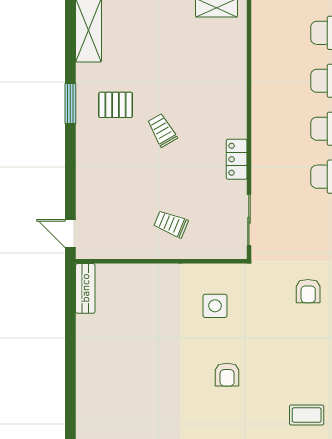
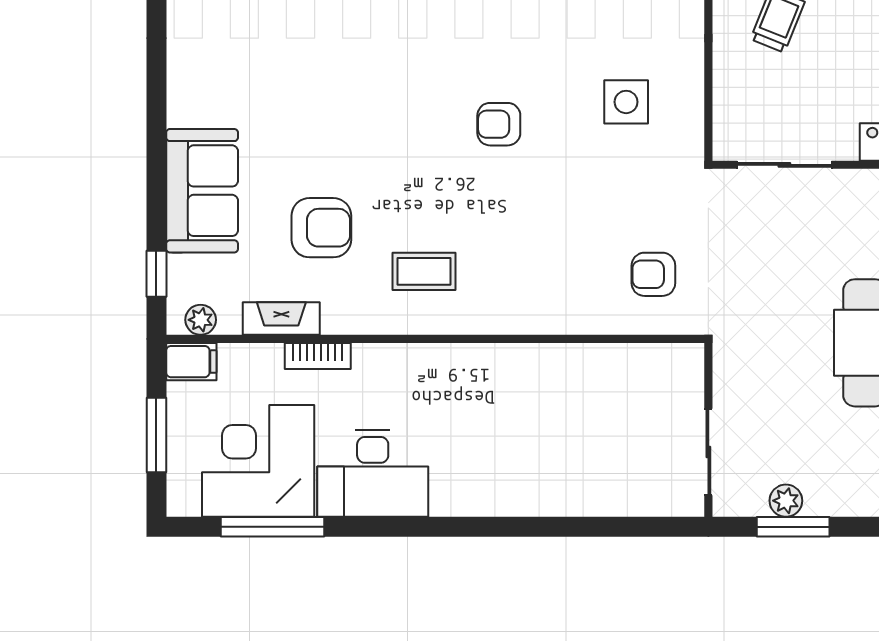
coffee table: (307, 415) -> (424, 271), turned 90

